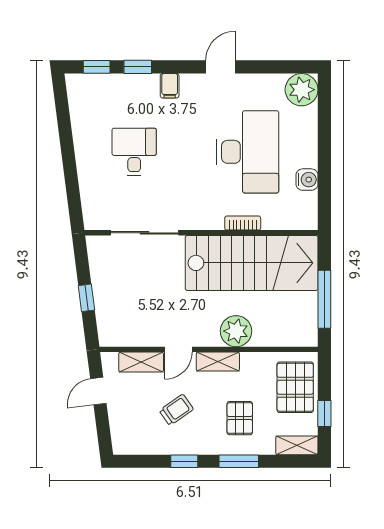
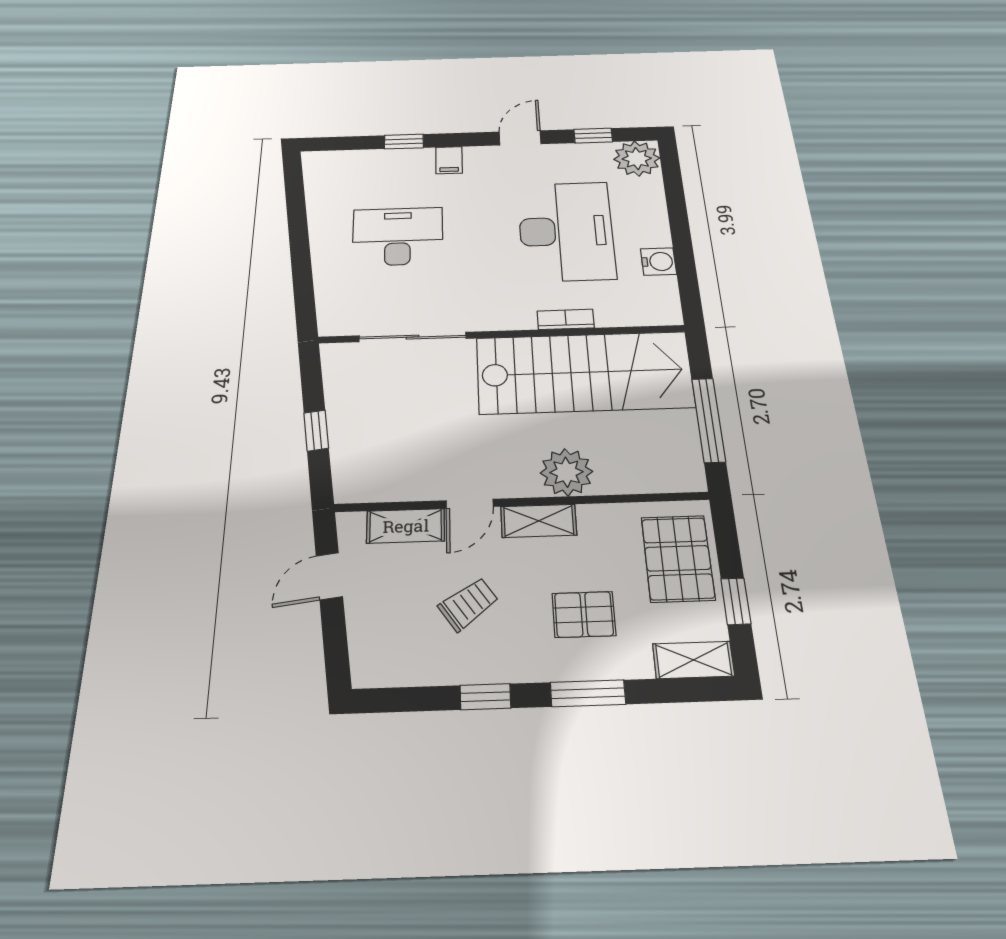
window: (97, 67) -> (593, 136), moved
desk: (134, 152) -> (398, 236), width x1.37
pallet: (240, 418) -> (584, 614), turned 90

